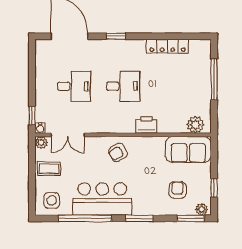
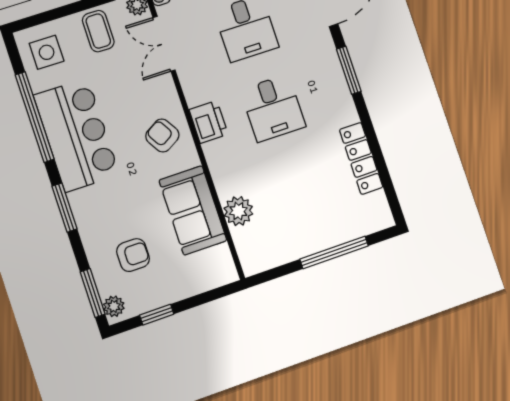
window: (116, 36) -> (349, 70), width x1.50
printer: (146, 125) -> (209, 122), moved
plant: (195, 125) -> (238, 211), moved
sofa: (188, 149) -> (193, 210), moved

